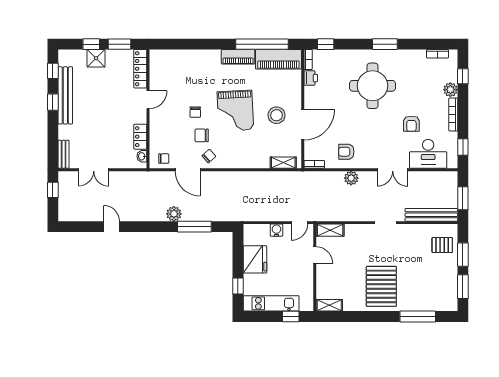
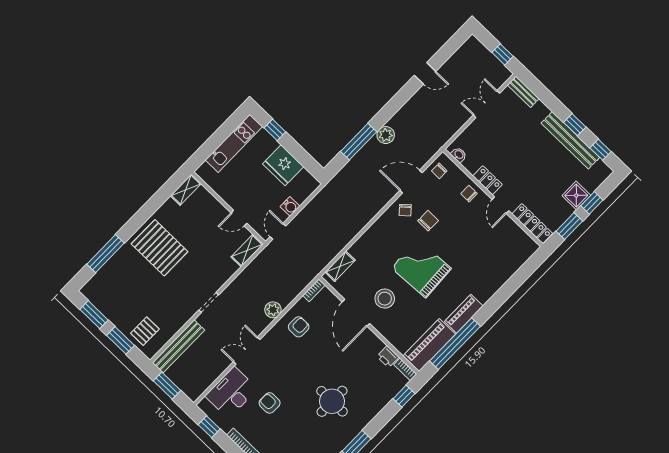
round table: (373, 86) -> (332, 401), width x0.73, depth x0.73
chair: (195, 112) -> (469, 194), moved
locker: (140, 137) -> (488, 180), moved
window: (291, 317) -> (207, 149), removed

